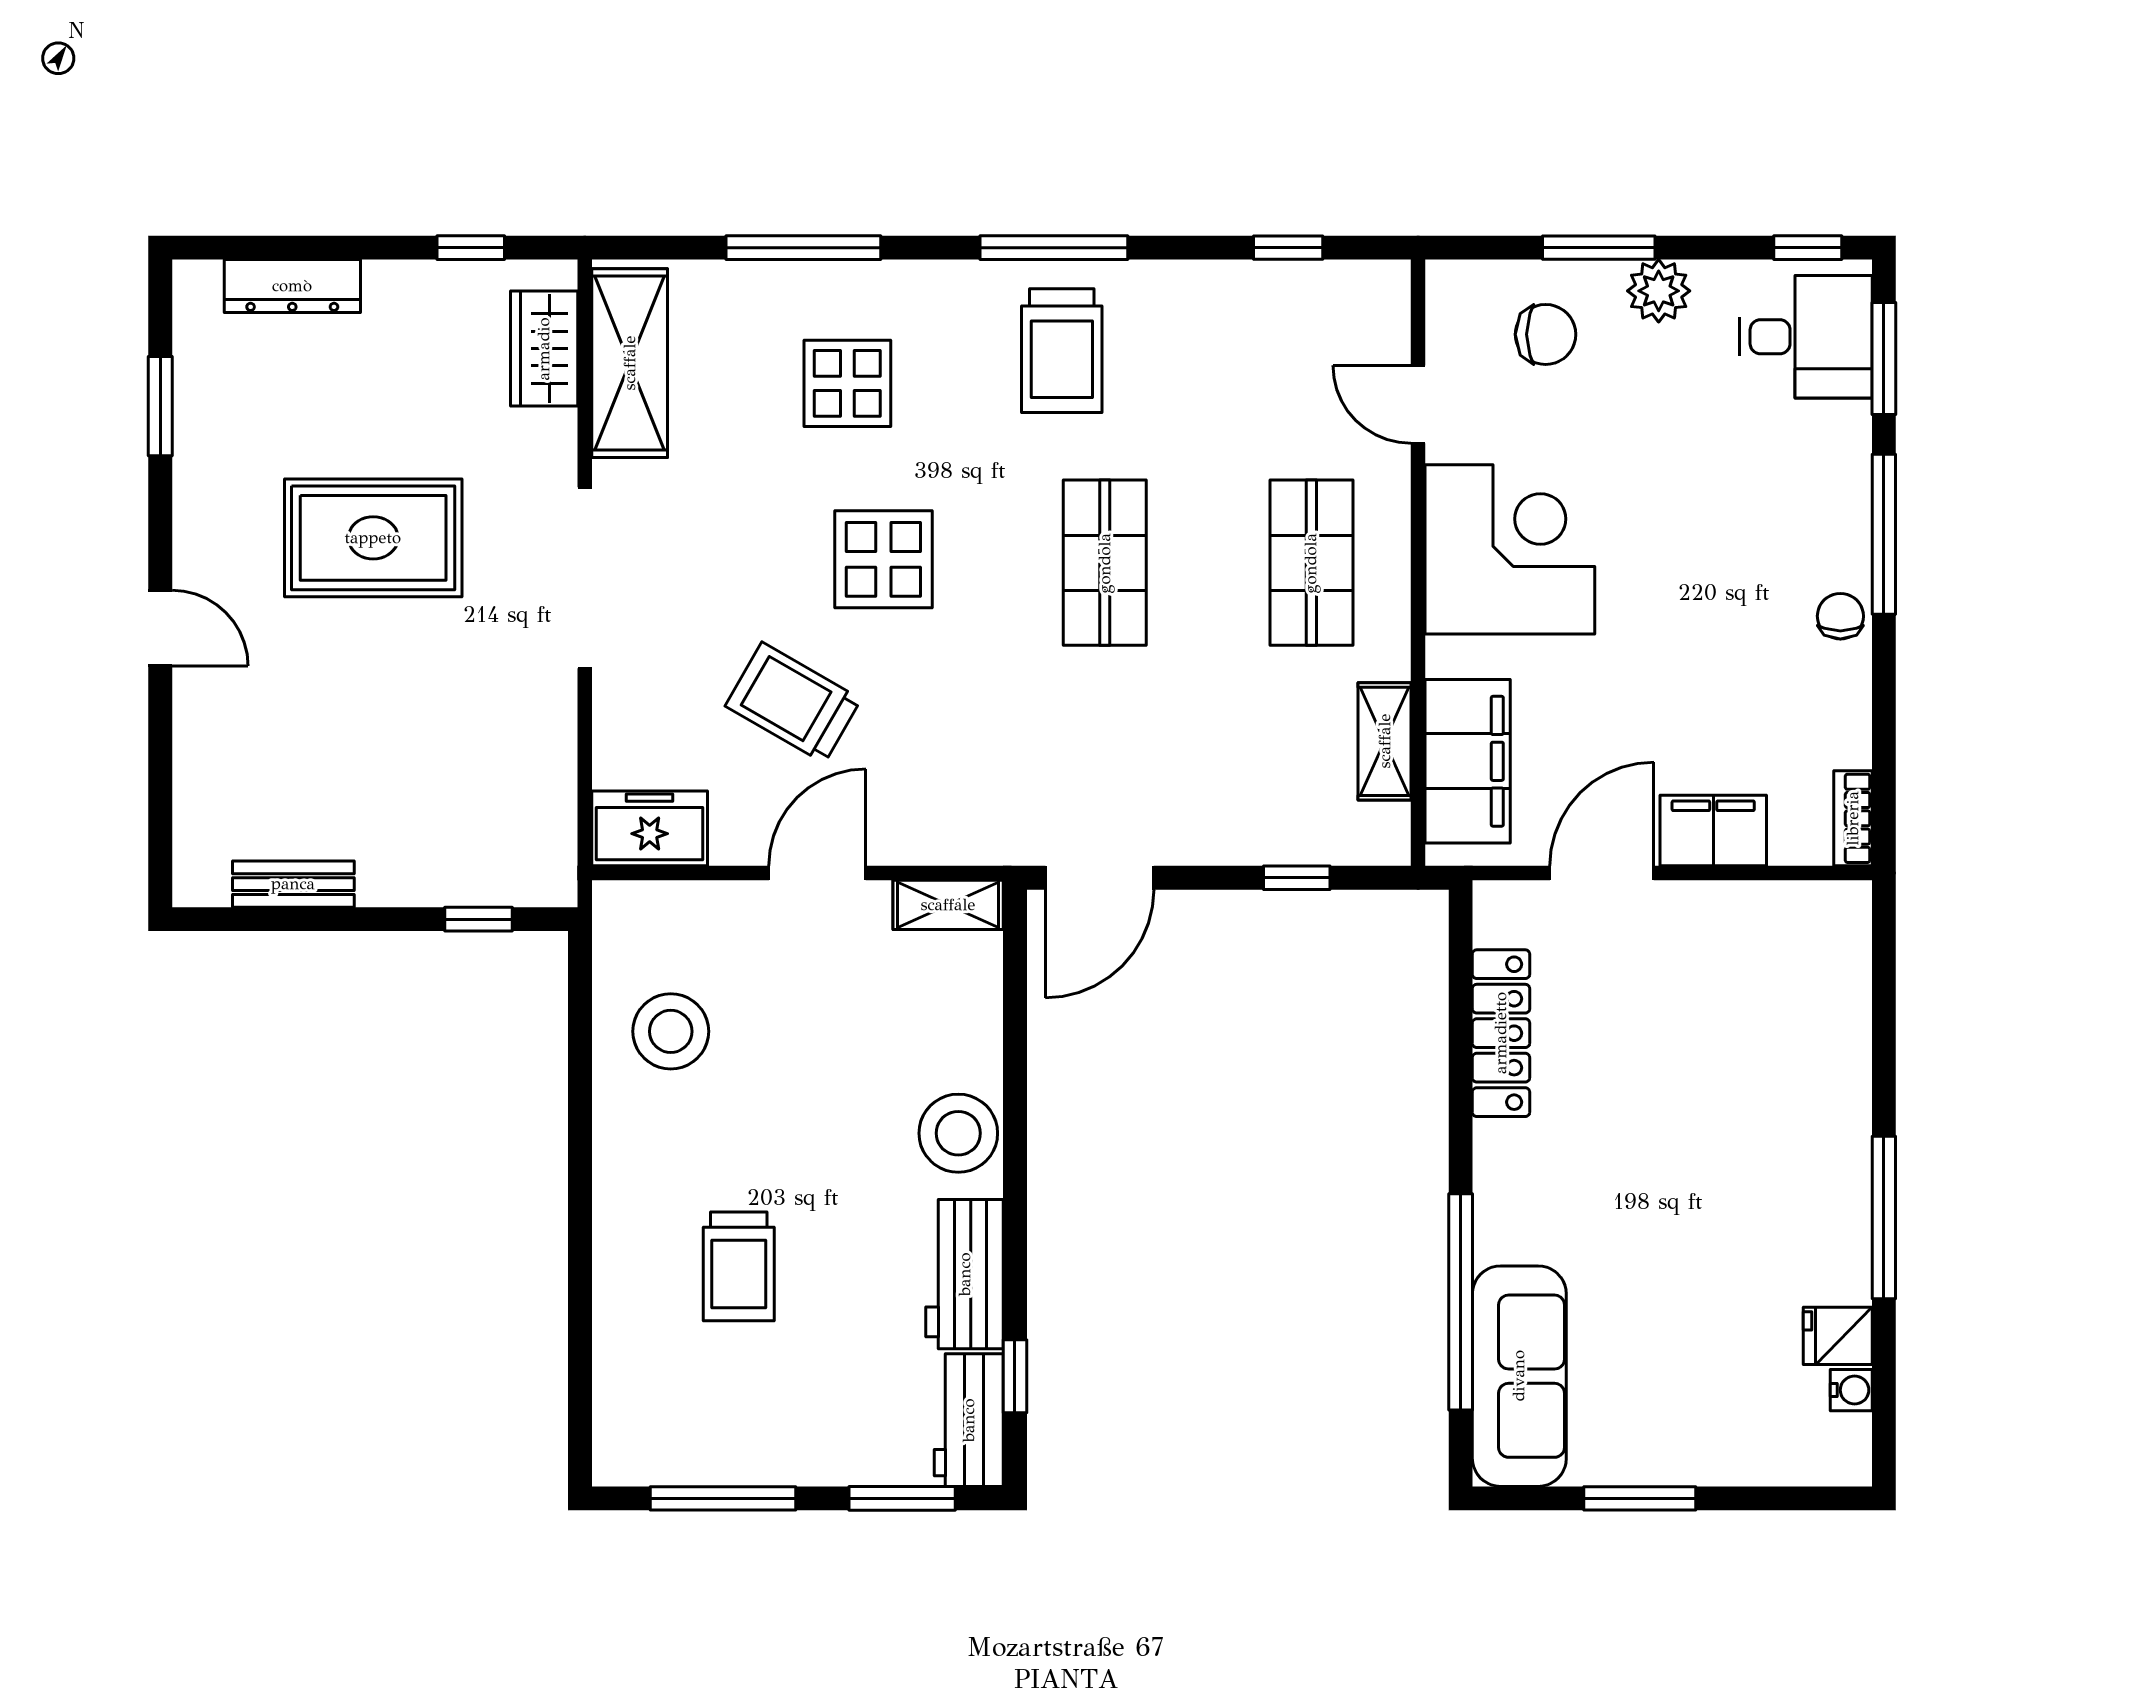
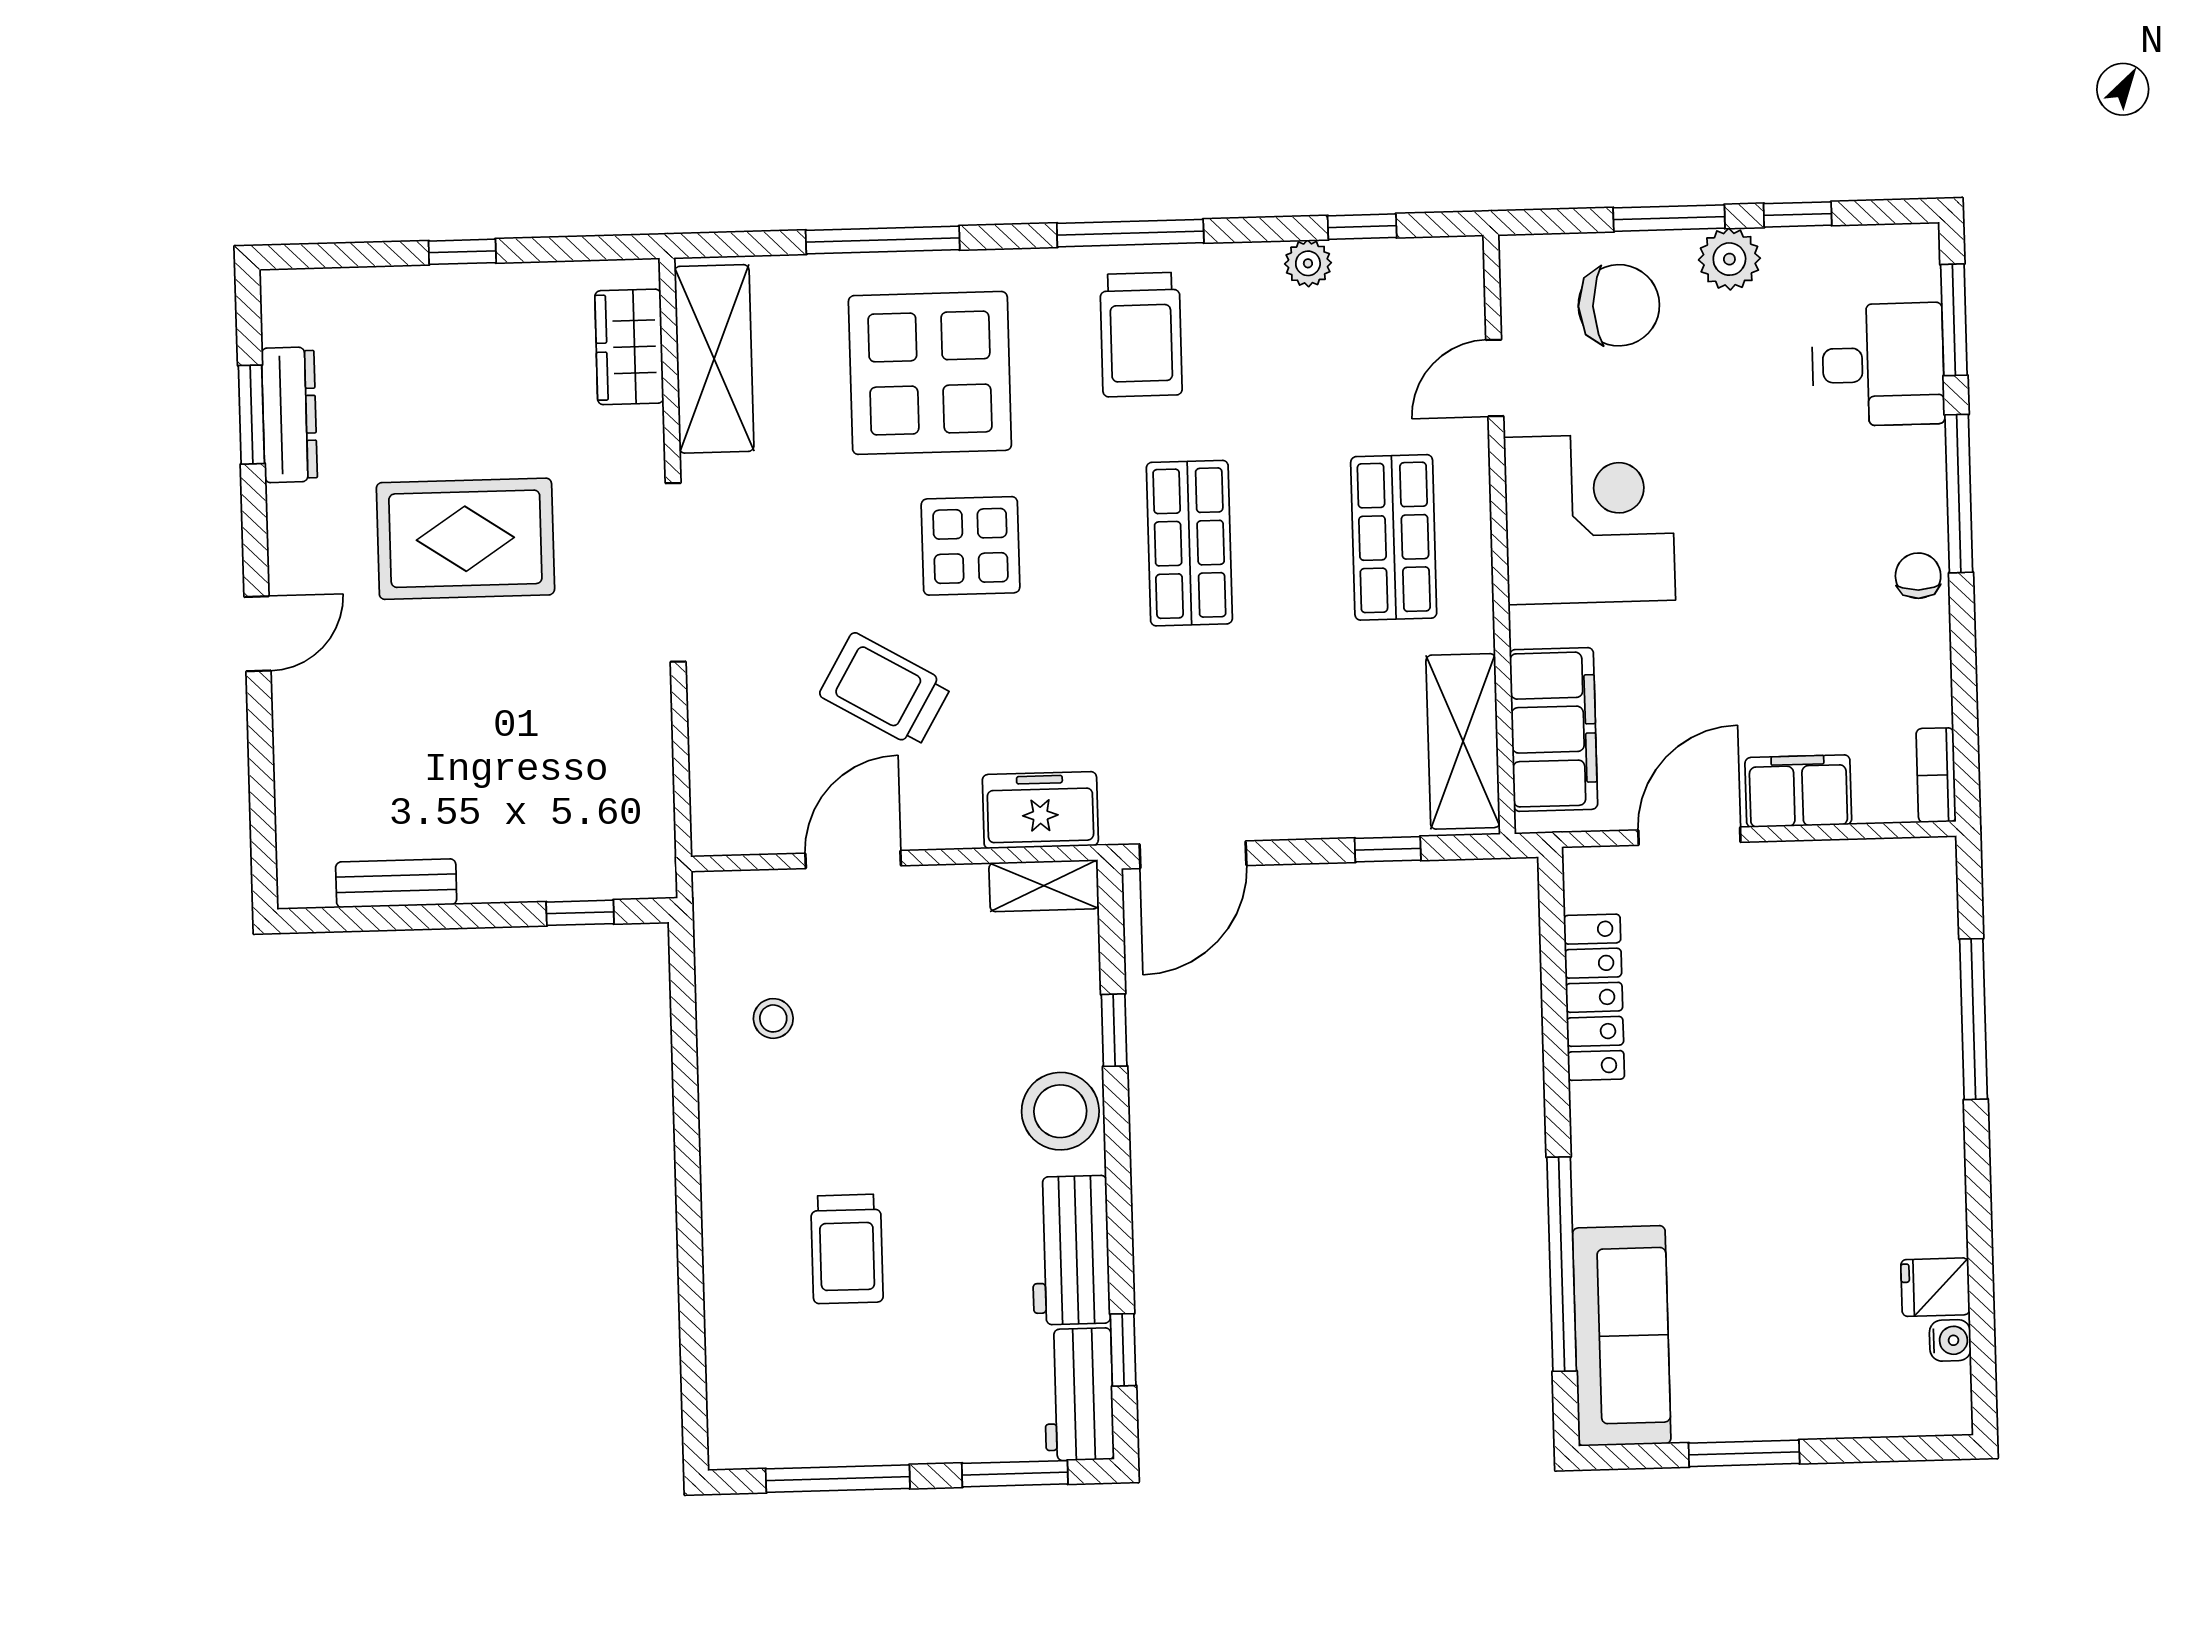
window: (471, 248) -> (462, 252), moved
window: (1808, 248) -> (1798, 214), moved
plant: (1233, 283) -> (1308, 263), added
dresser: (292, 286) -> (289, 415), moved, turned -90
chair: (1546, 334) -> (1619, 305), width x1.37, depth x1.37
desk: (1806, 337) -> (1878, 365), moved
display table: (847, 383) -> (930, 373), width x1.86, depth x1.86
door: (1418, 404) -> (1495, 378), hinge flipped
door: (160, 628) -> (258, 634), hinge flipped
shelving: (1385, 741) -> (1463, 741), width x1.50, depth x1.33
freezer: (650, 828) -> (1040, 810), moved
door: (817, 873) -> (853, 860), moved
stool: (671, 1031) -> (773, 1018), width x0.53, depth x0.53
window: (1015, 1053) -> (1114, 1030), added
window: (1884, 1217) -> (1973, 1019), moved

